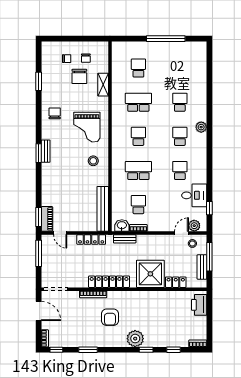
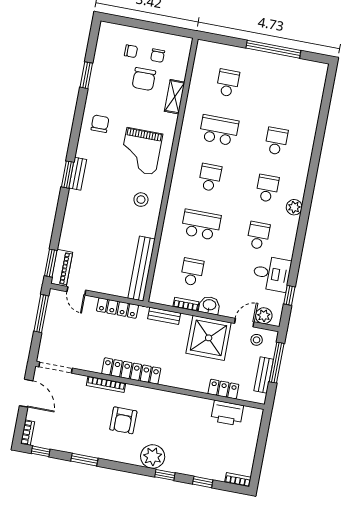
plant: (201, 127) -> (294, 207), moved
washbasin: (122, 226) -> (209, 305), moved
shower: (150, 274) -> (209, 338), moved
printer: (199, 305) -> (227, 413), moved, turned -90

